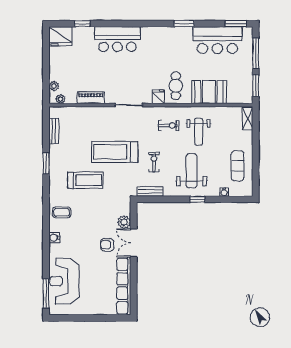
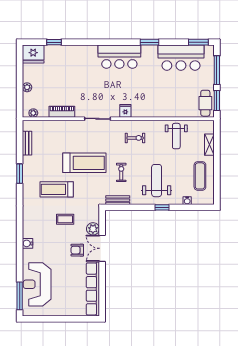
bar counter: (117, 39) -> (119, 57), moved
plant: (54, 86) -> (27, 87), moved
cafe table: (176, 86) -> (205, 103), moved
booth: (209, 92) -> (173, 106), removed
shelving: (248, 119) -> (209, 145), moved
weight bench: (199, 132) -> (176, 136), moved
treadmill: (115, 152) -> (84, 163), turned 180
treadmill: (85, 180) -> (57, 189), turned 180
coffee table: (62, 212) -> (65, 219), moved

